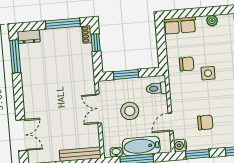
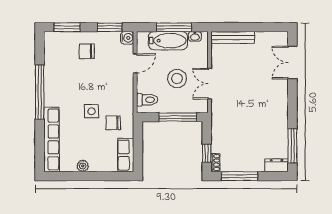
row of seats: (180, 25) -> (126, 155), moved, turned -90
window: (126, 74) -> (178, 117), width x1.44
double door: (99, 109) -> (210, 84), swing flipped
chair: (205, 122) -> (87, 51), moved

